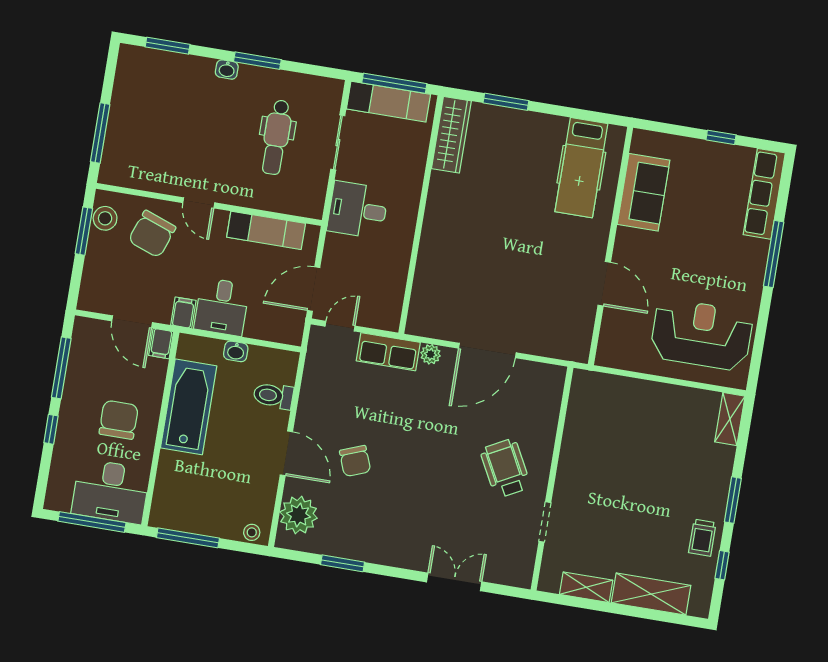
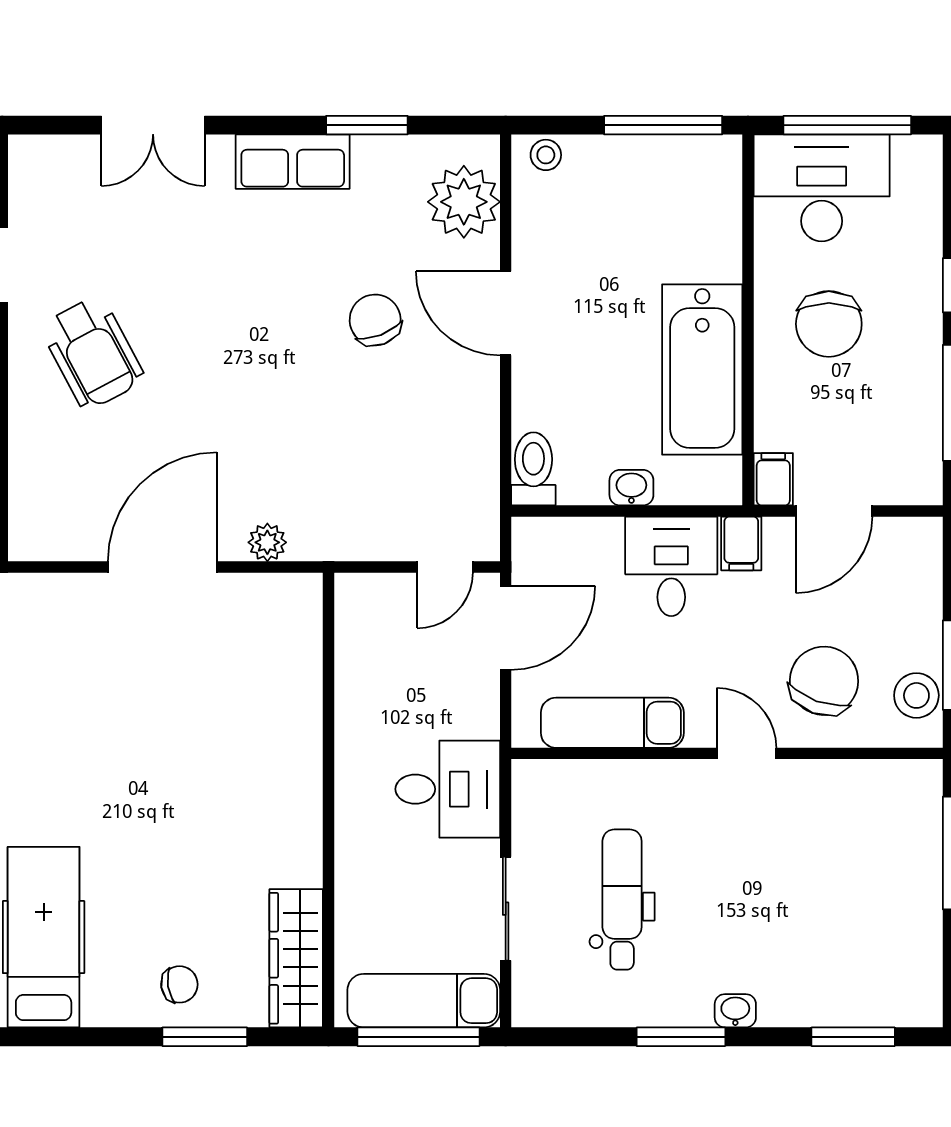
chair: (515, 131) -> (179, 984), added
door: (132, 322) -> (834, 511), swing flipped
row of seats: (388, 352) -> (293, 162), moved, turned 180
toilet: (273, 396) -> (533, 469), moved, turned -90

